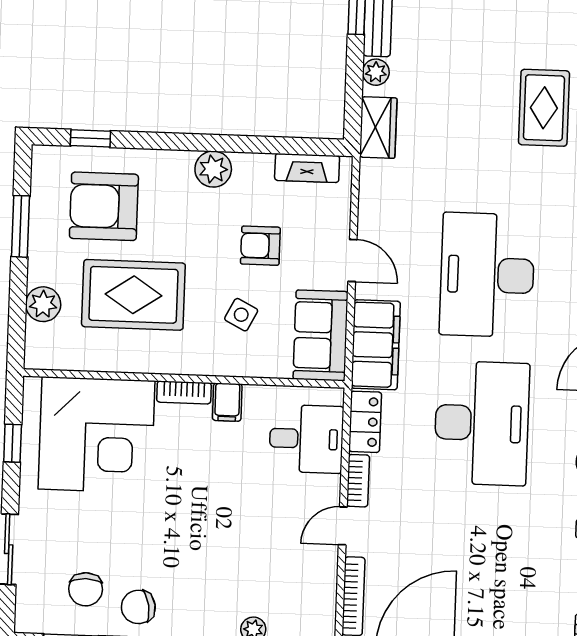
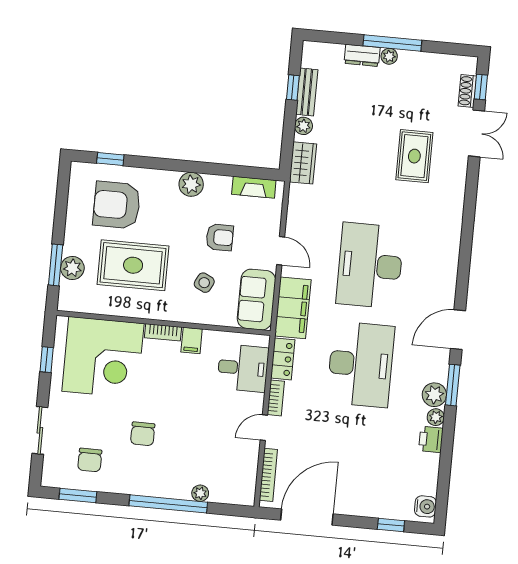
window: (20, 226) -> (56, 265), moved
armchair: (260, 246) -> (220, 237), turned 180
chair: (138, 607) -> (143, 434), moved, turned -80

